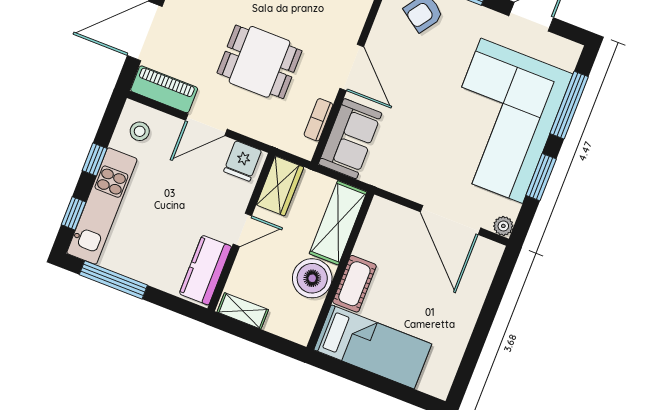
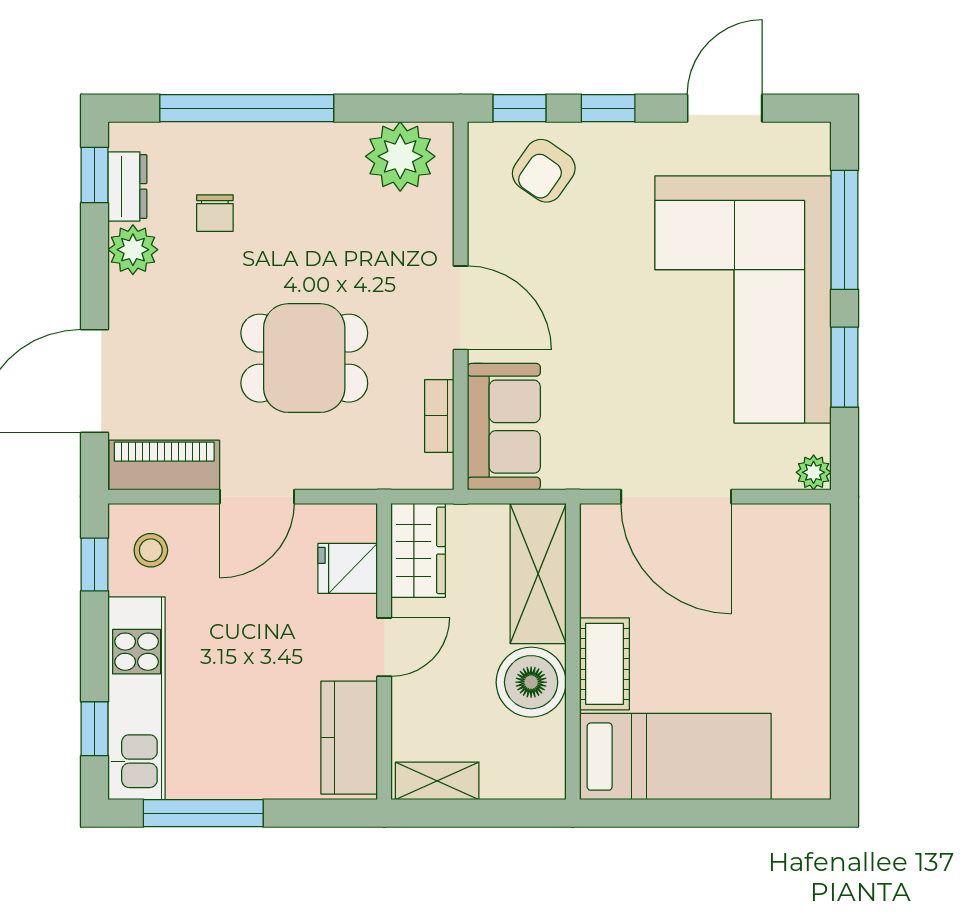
window: (95, 160) -> (95, 564), moved
fridge: (243, 161) -> (348, 568), moved, turned 90
door: (450, 220) -> (676, 497), moved

